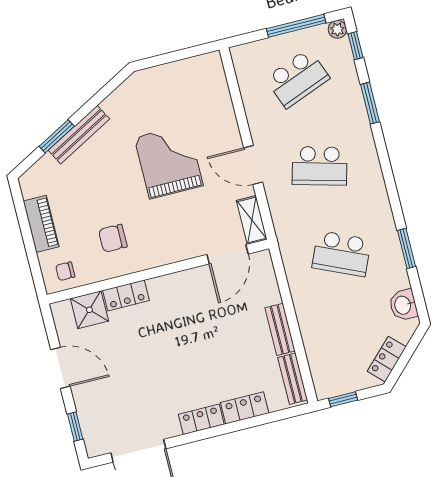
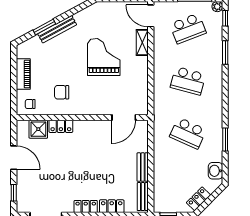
door: (253, 165) -> (151, 16), moved
shelving: (252, 220) -> (142, 43), moved

